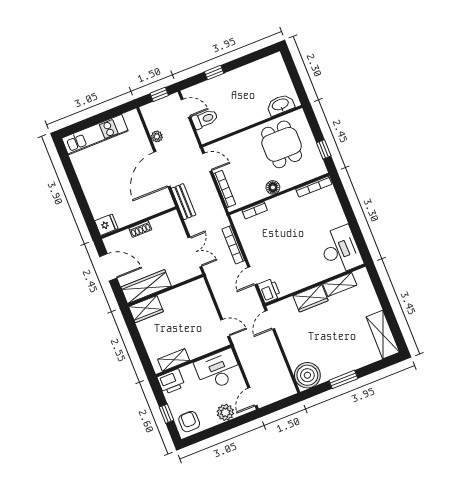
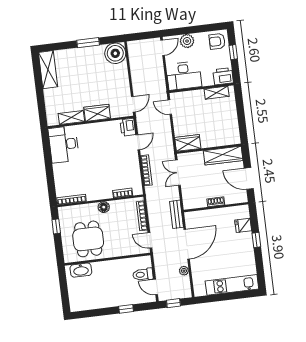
window: (80, 196) -> (256, 240), added
fridge: (106, 225) -> (243, 225), moved
wardrobe: (146, 309) -> (188, 143), moved
armchair: (189, 422) -> (217, 41), turned 90

